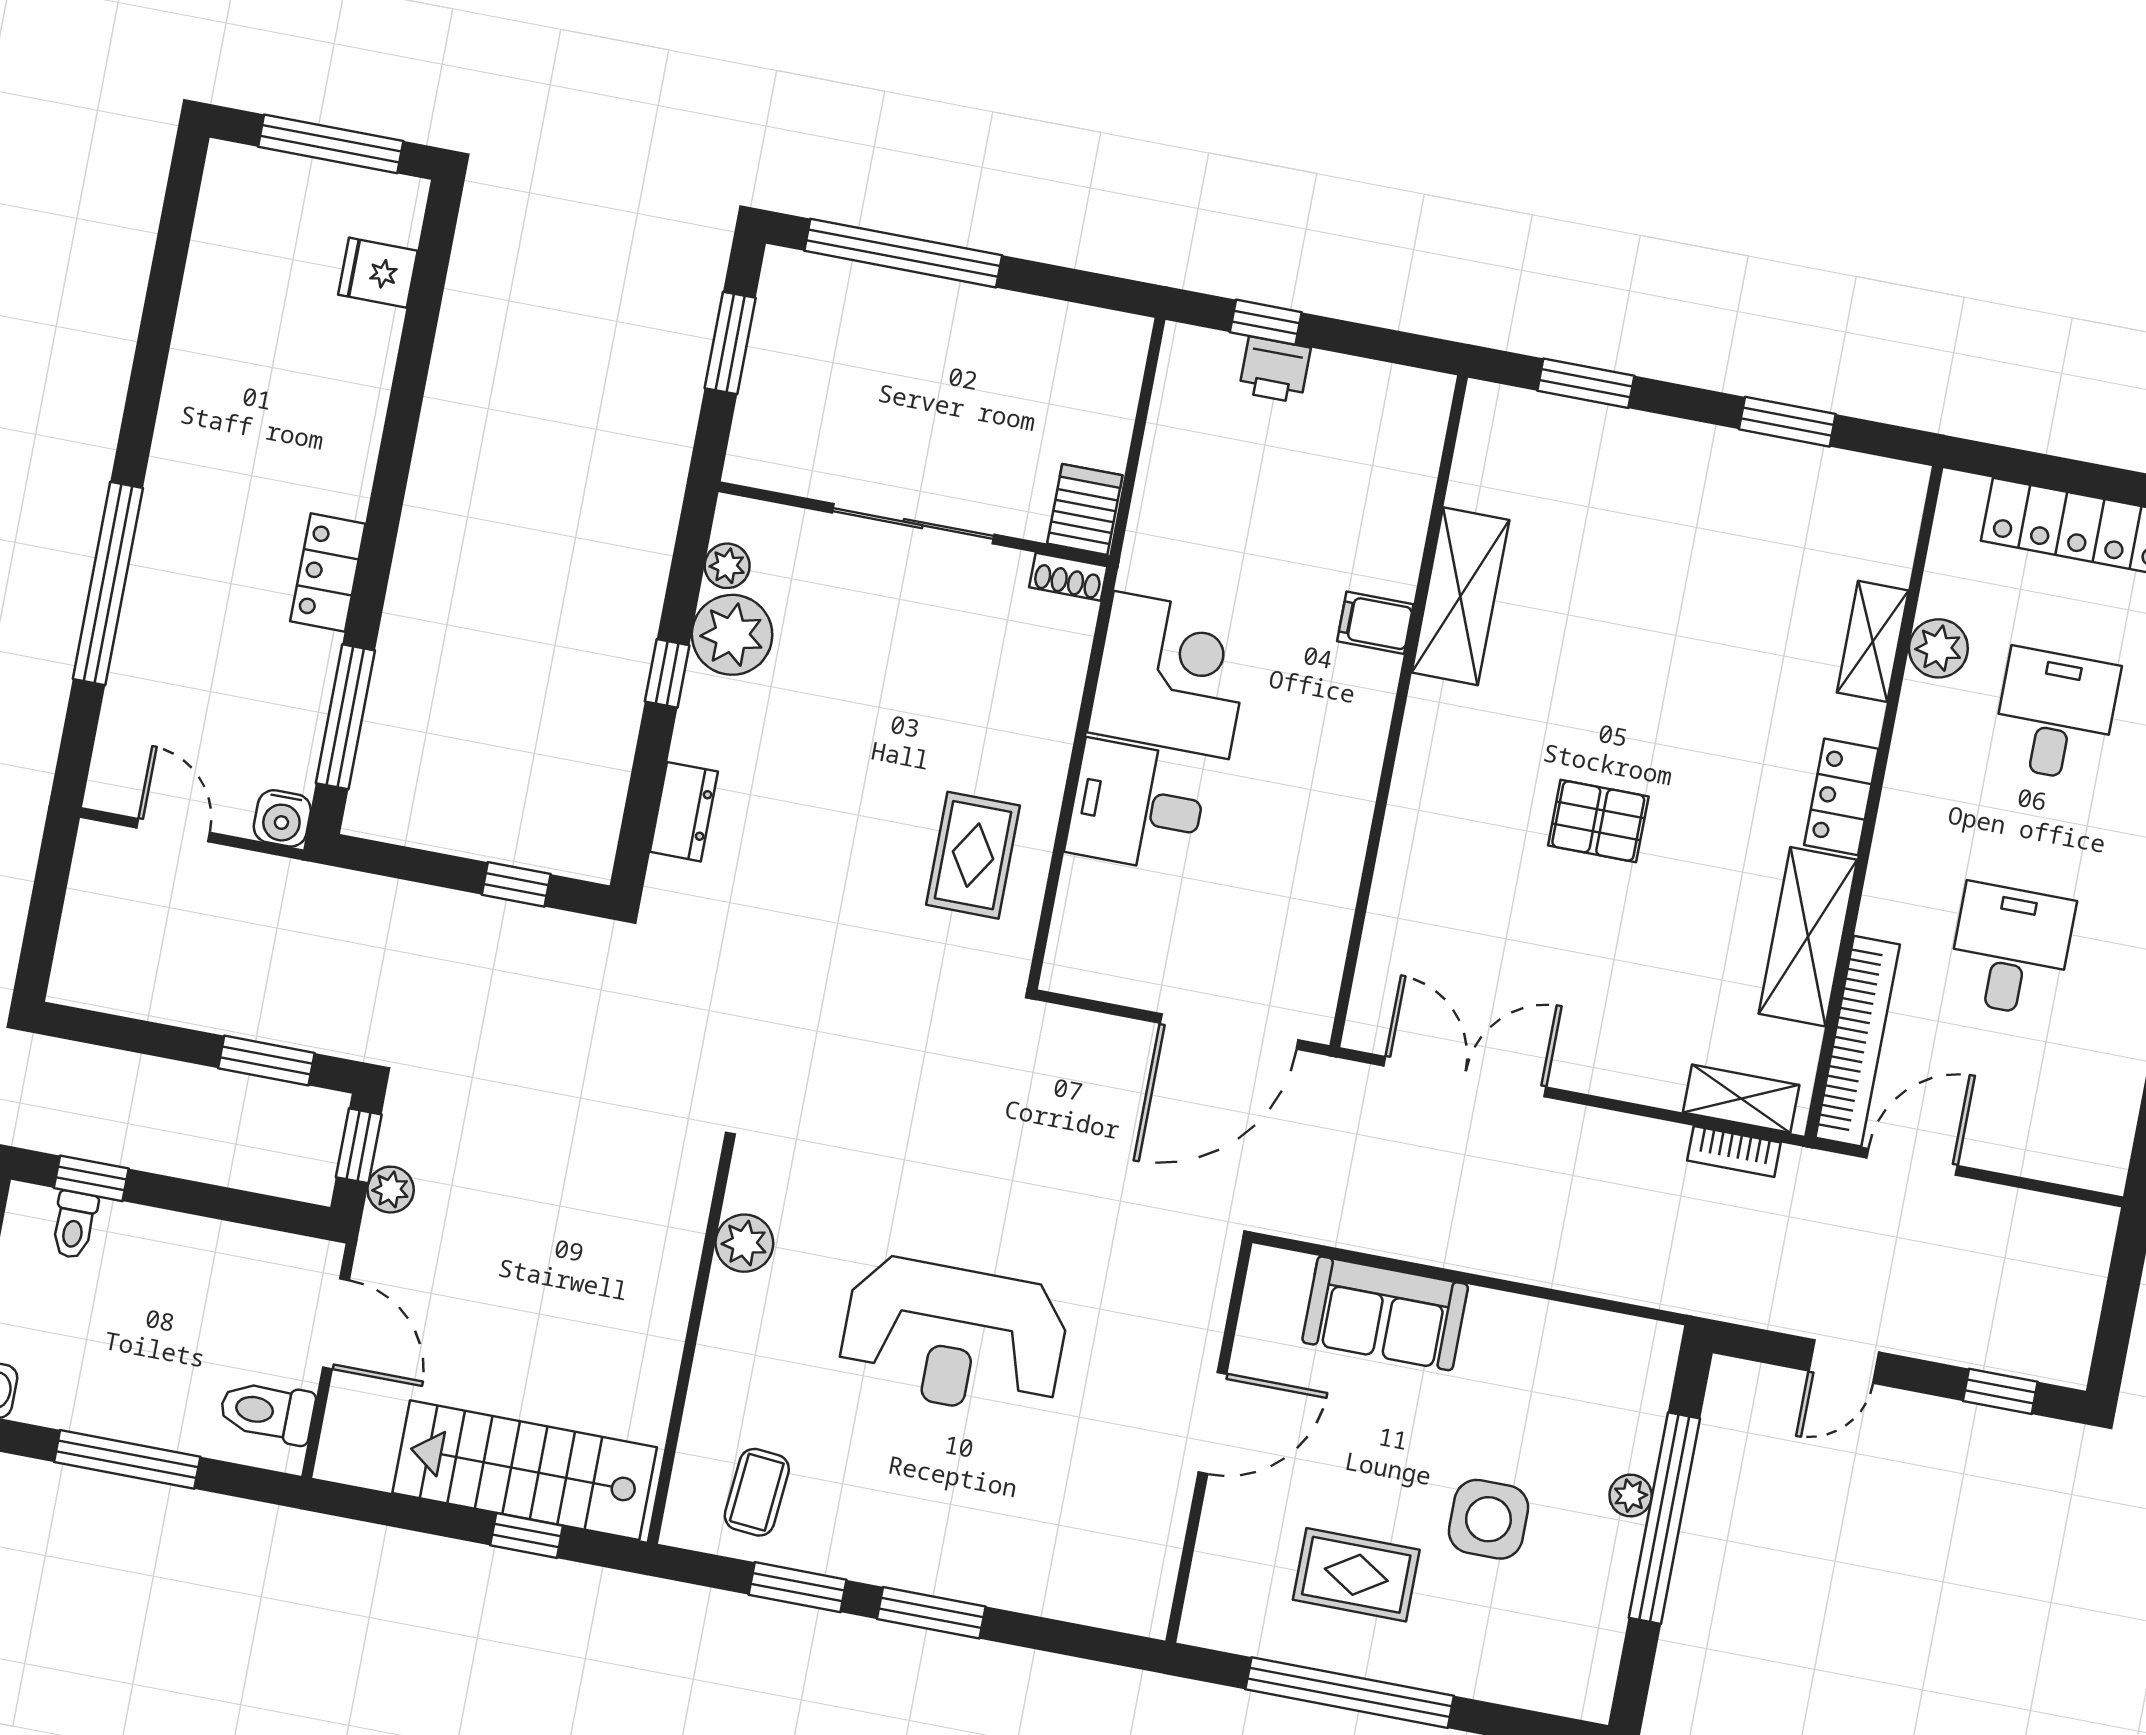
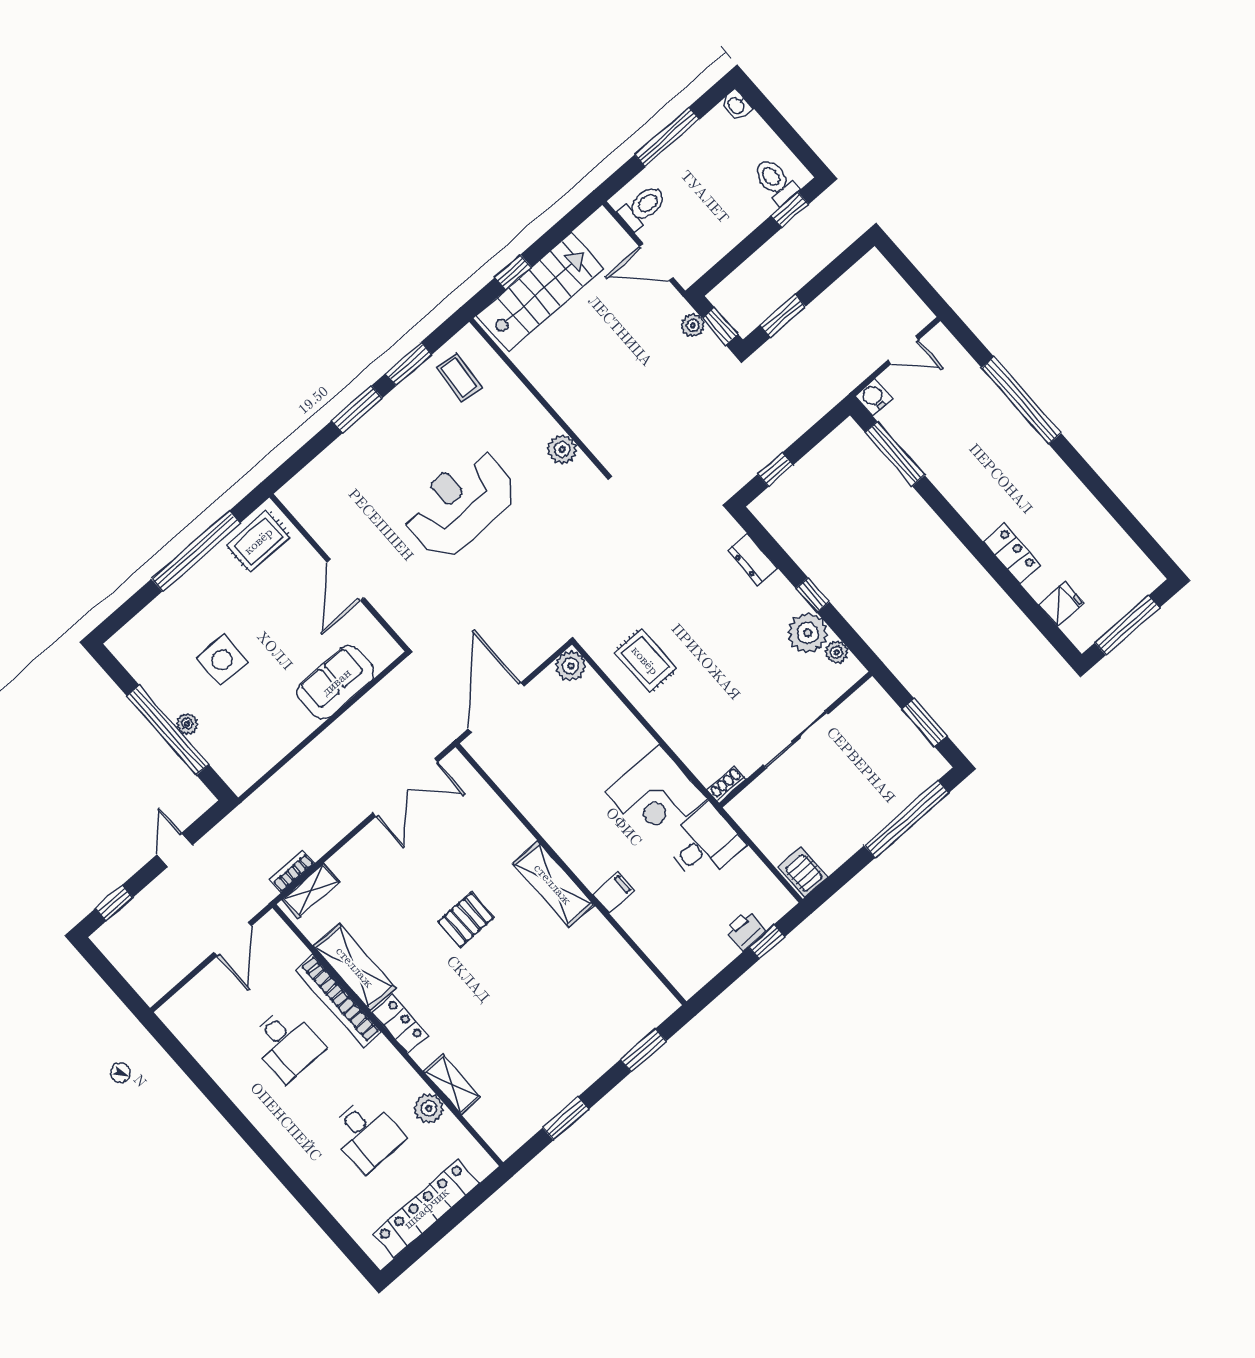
server rack: (1085, 509) -> (803, 872), moved, turned 180
locker: (328, 572) -> (1012, 553), moved
shelving: (1460, 596) -> (553, 884), moved
desk: (1137, 806) -> (704, 843), moved
plant: (1073, 966) -> (571, 666), added
bookcase: (1858, 1041) -> (338, 1001), moved
toilet: (74, 1225) -> (775, 181), width x1.37, depth x1.39
rug: (1356, 1575) -> (258, 541), moved

